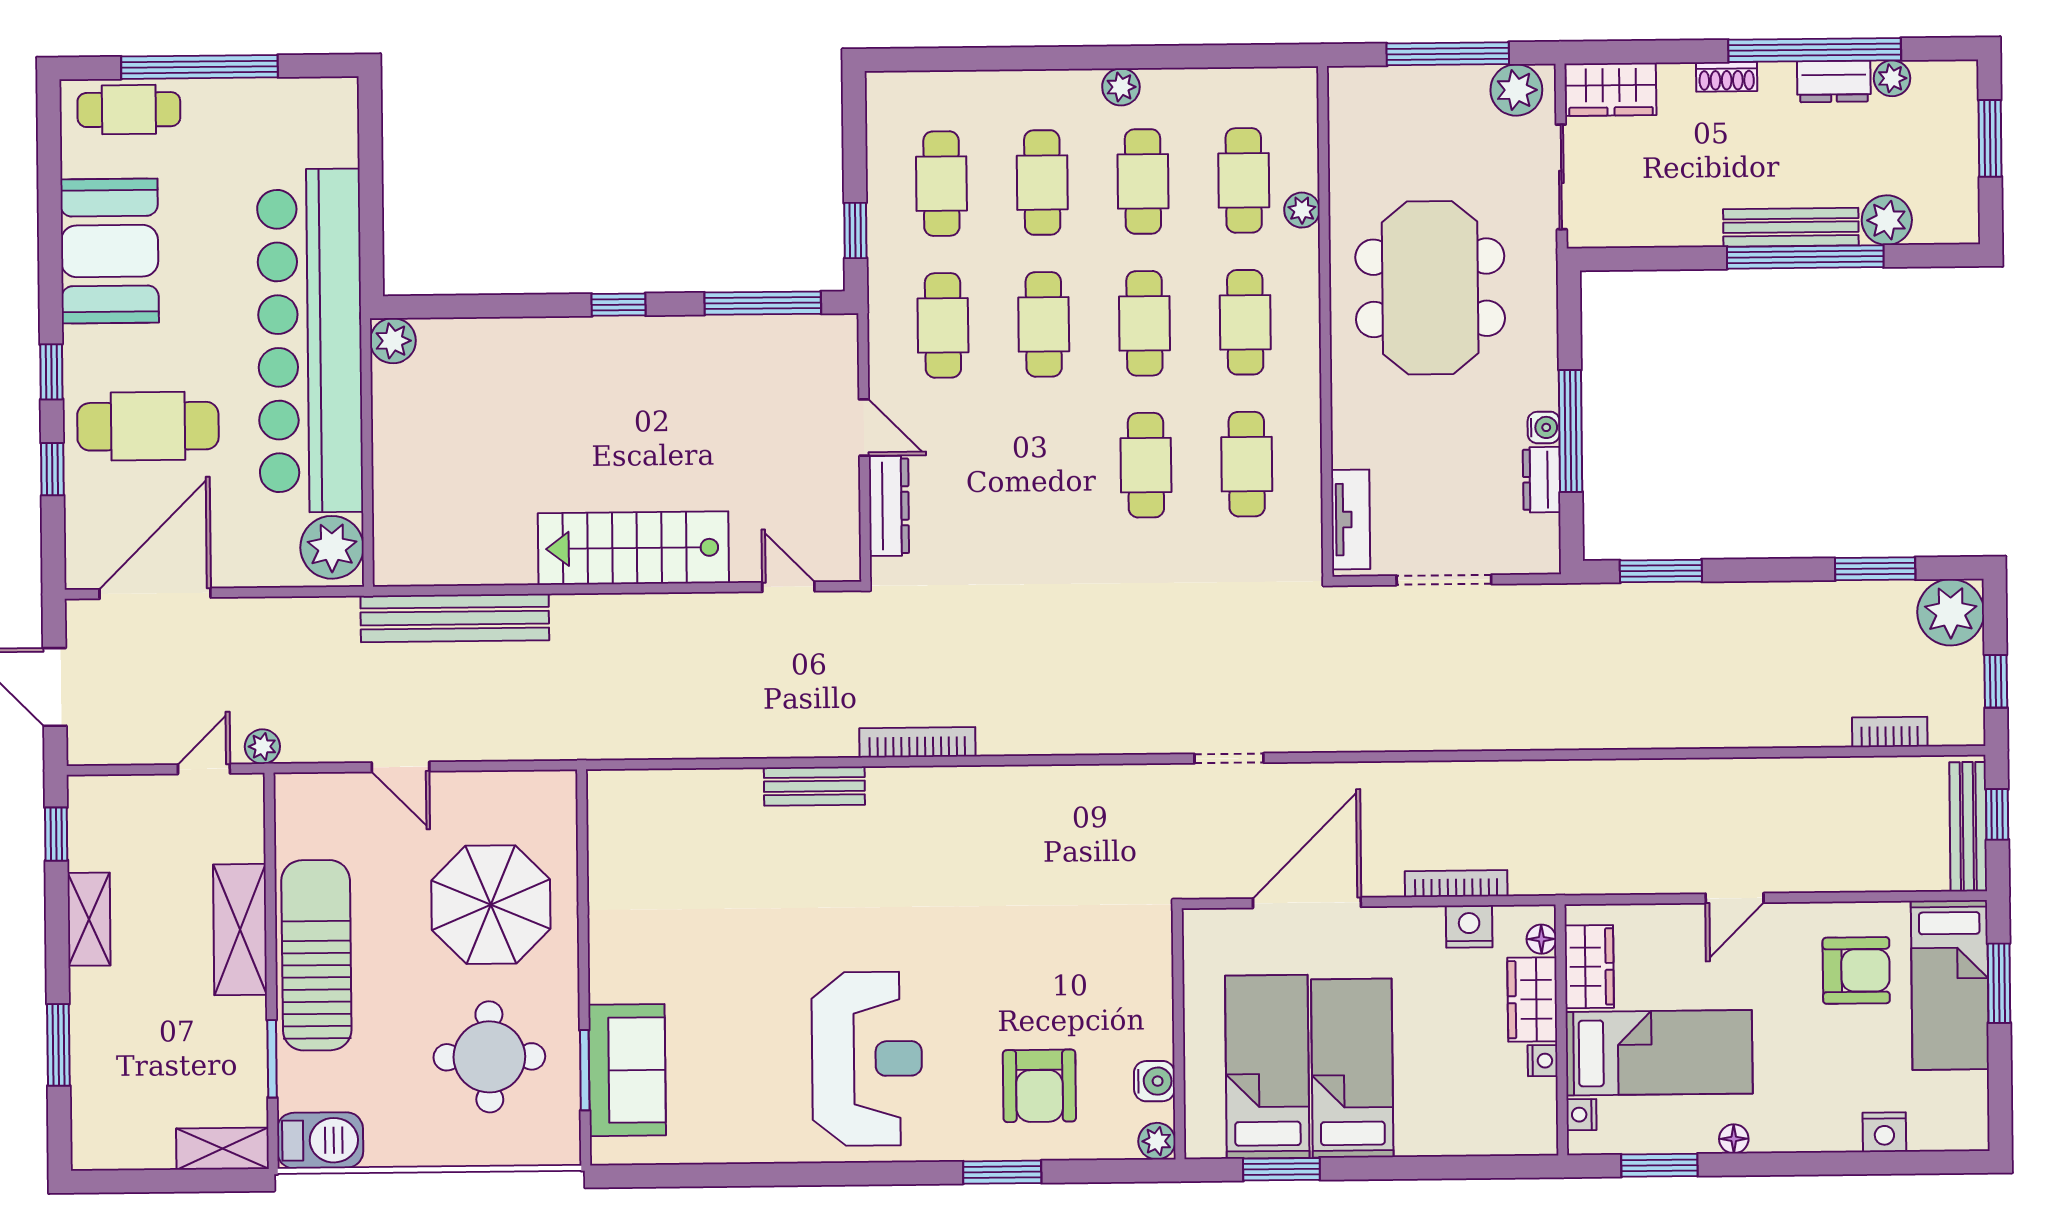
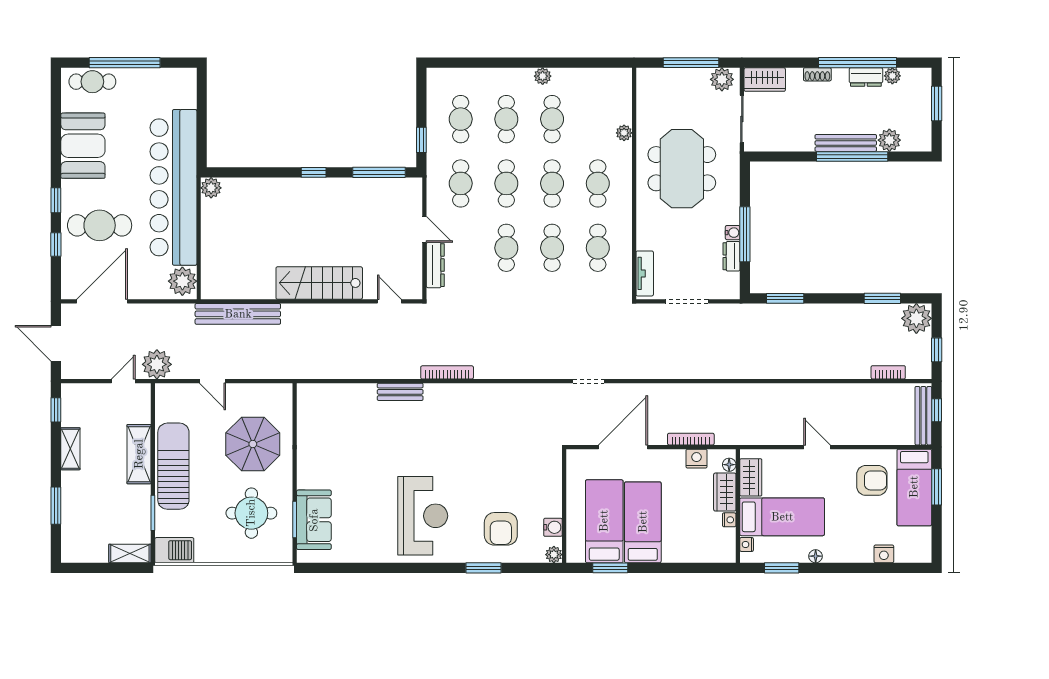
cafe table: (1244, 180) -> (506, 248), moved
plant: (262, 747) -> (157, 364), width x1.88, depth x1.88
door: (1735, 898) -> (817, 447), swing flipped

